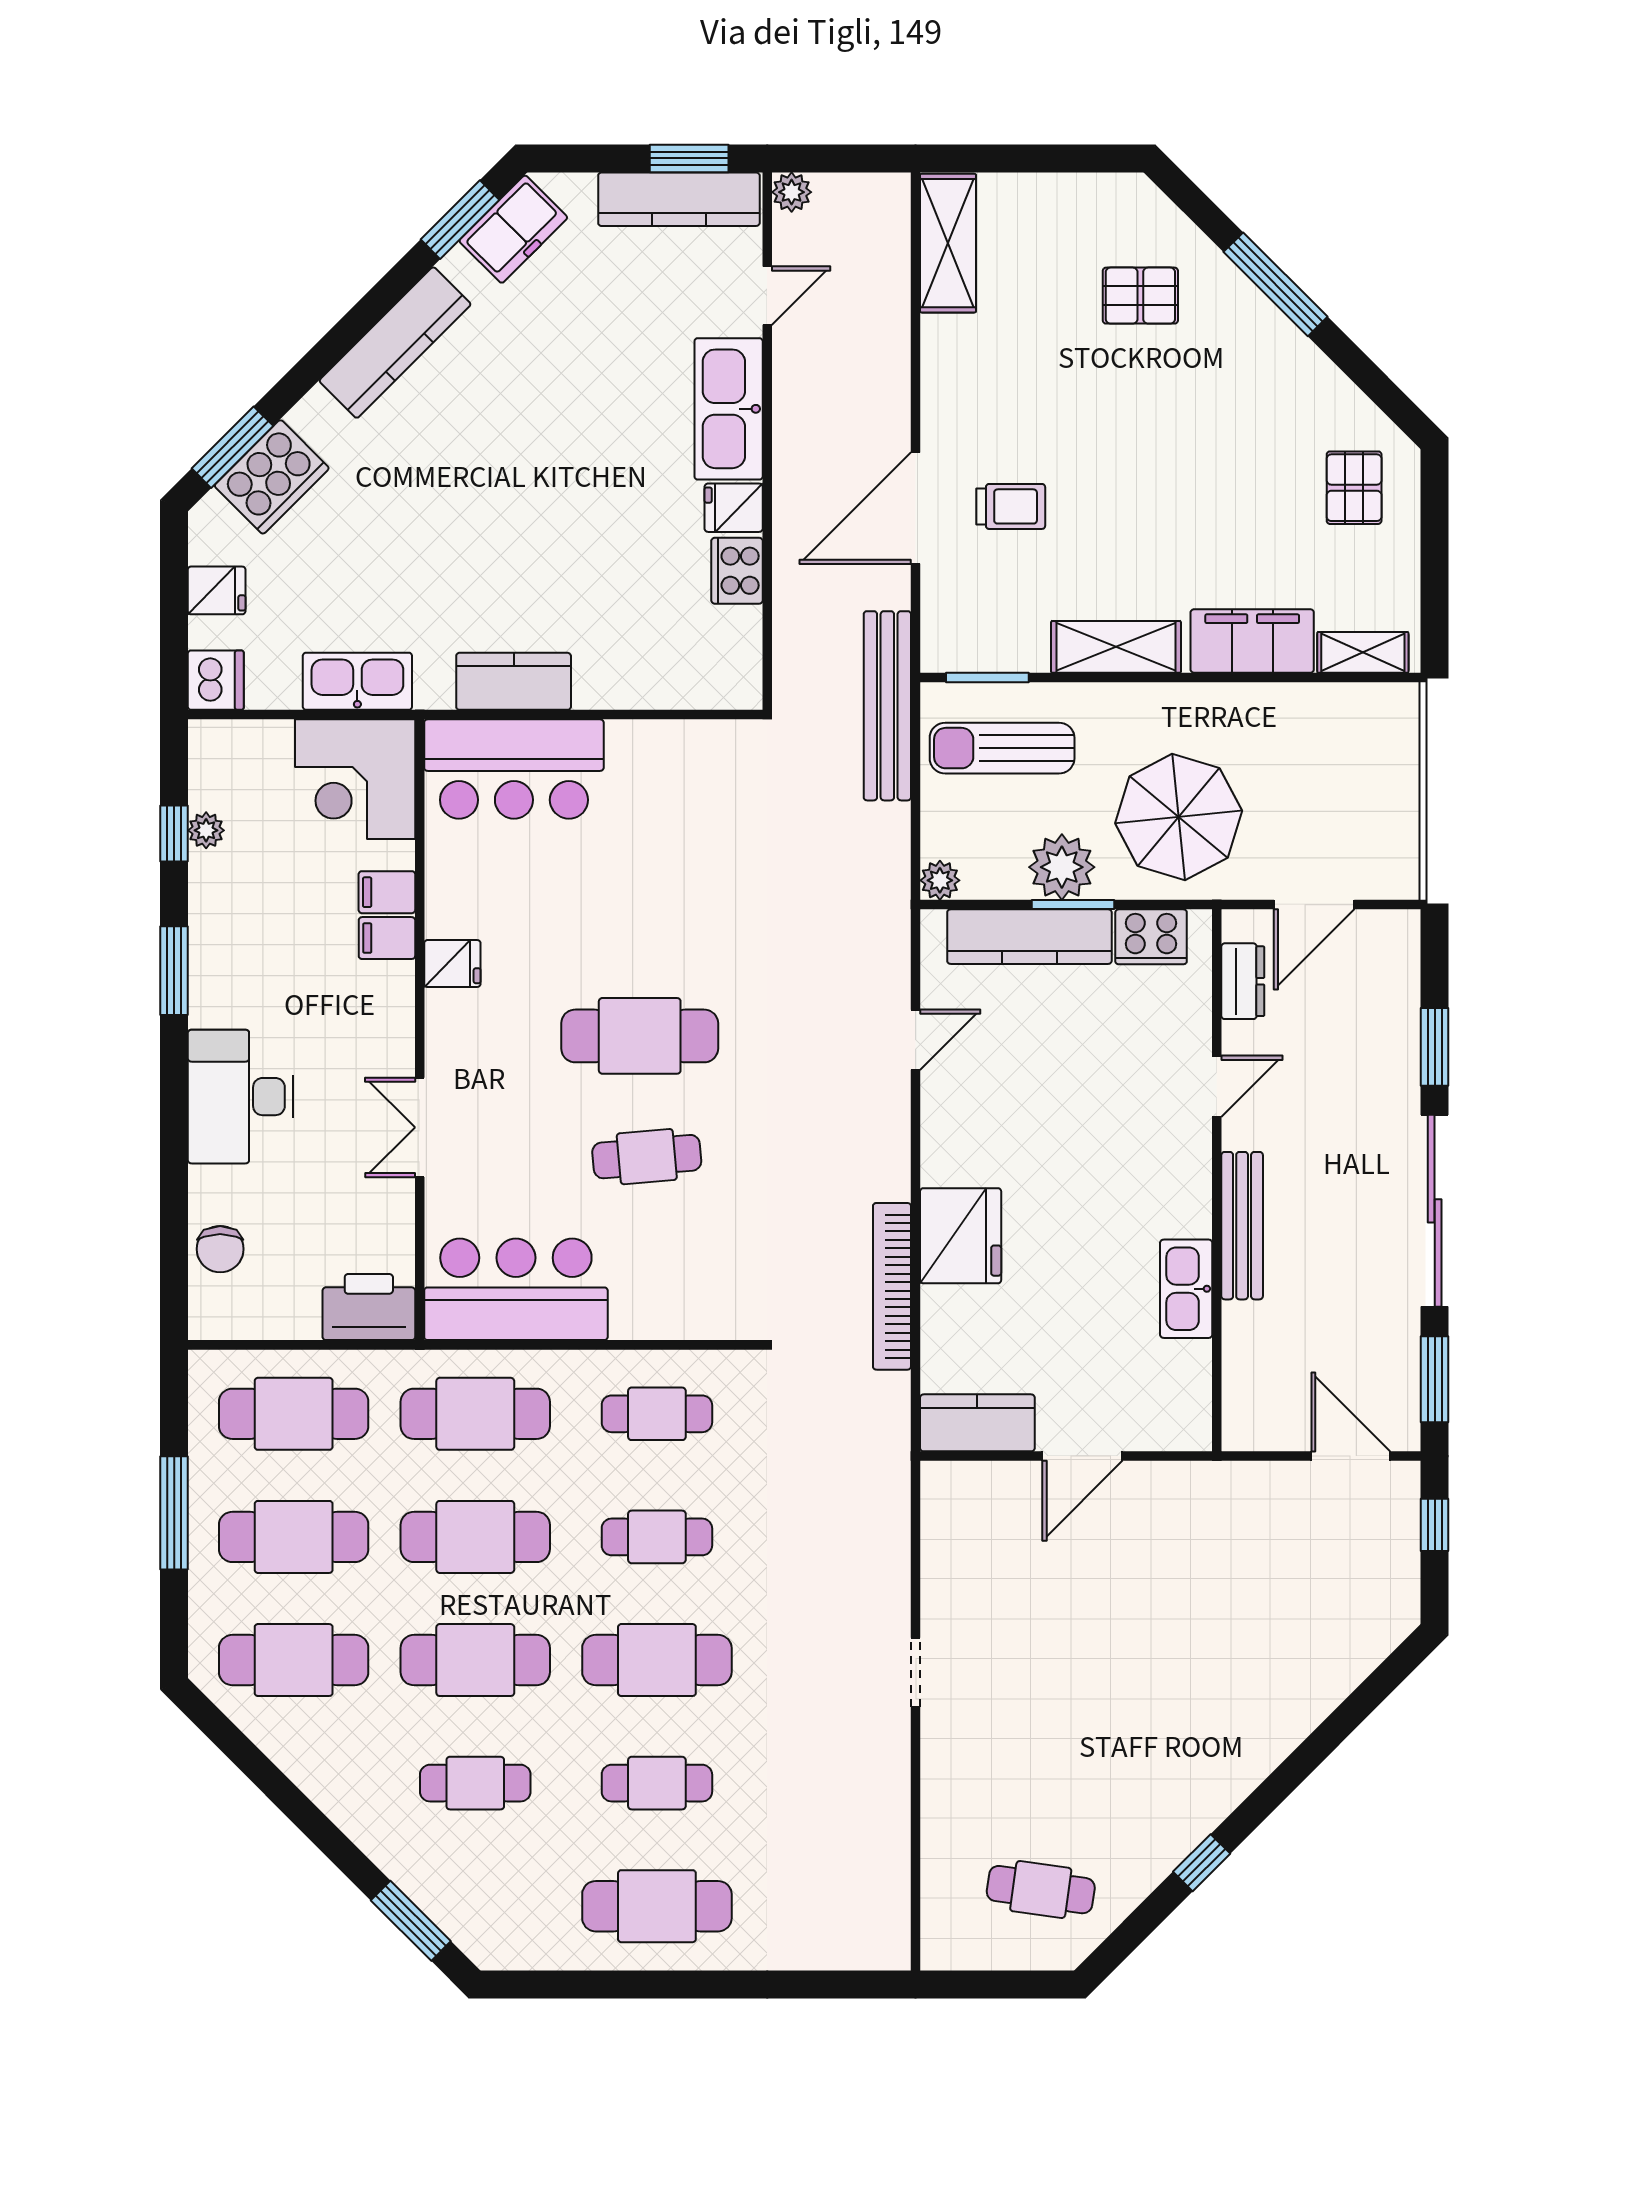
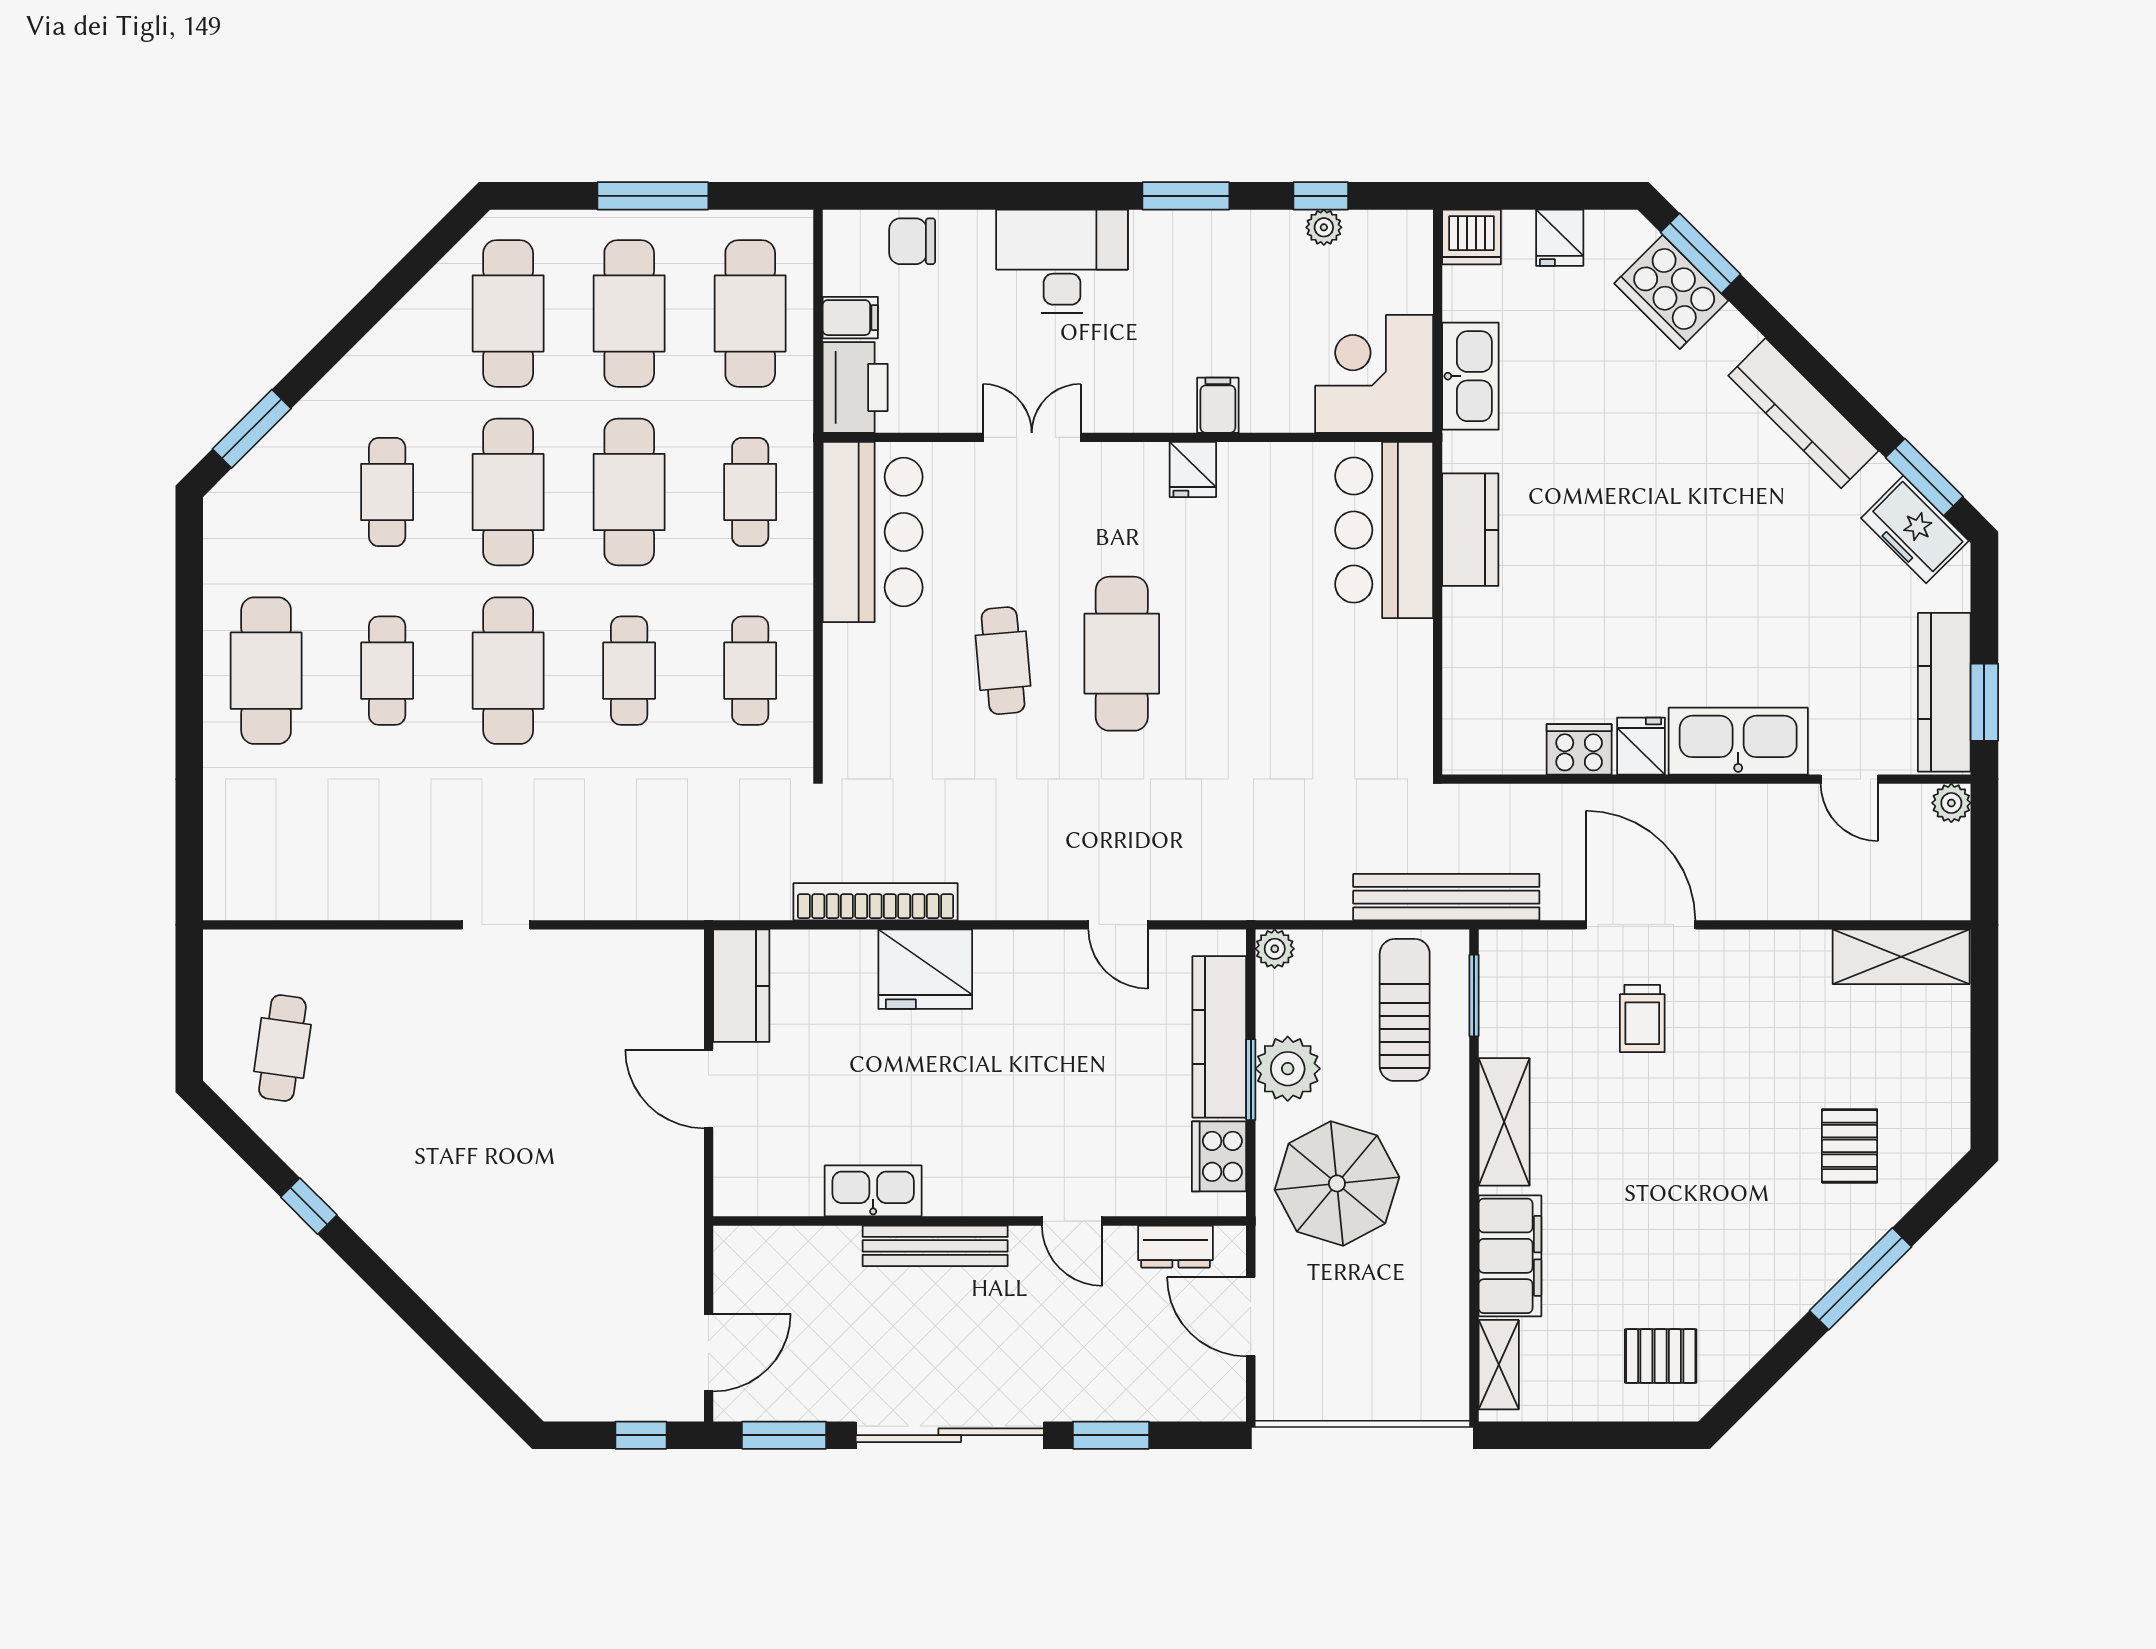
filing cabinet: (387, 892) -> (850, 318), moved, turned 90
cafe table: (475, 1414) -> (750, 492), width x0.73, depth x0.74

